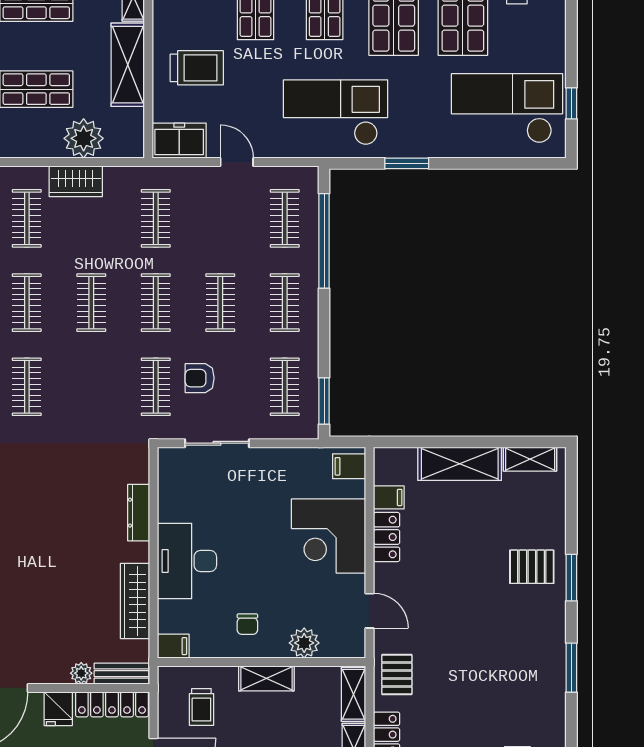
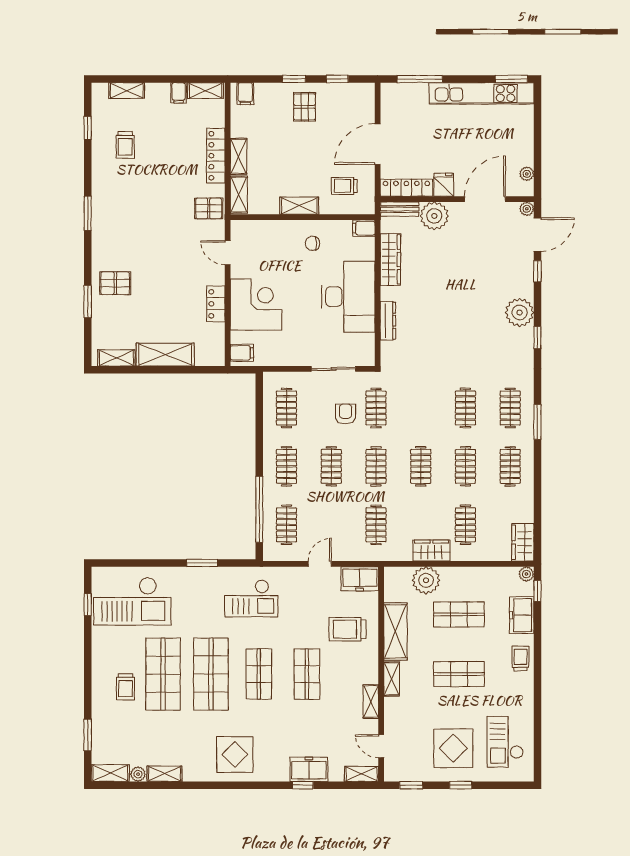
checkout: (336, 112) -> (251, 598), width x0.73, depth x0.83
door: (237, 162) -> (320, 564), swing flipped
armchair: (200, 378) -> (346, 414), turned -90
window: (324, 401) -> (259, 398), removed
filing cabinet: (389, 497) -> (214, 331), removed
desk: (187, 561) -> (348, 297), width x1.36, depth x1.30
window: (571, 578) -> (88, 302), moved
chair: (247, 624) -> (312, 243), turned -90
plant: (304, 643) -> (273, 230), removed
plant: (81, 673) -> (434, 216), width x1.87, depth x1.87
pallet: (397, 675) -> (209, 208), turned 90
trolley: (201, 707) -> (344, 186), turned -90

